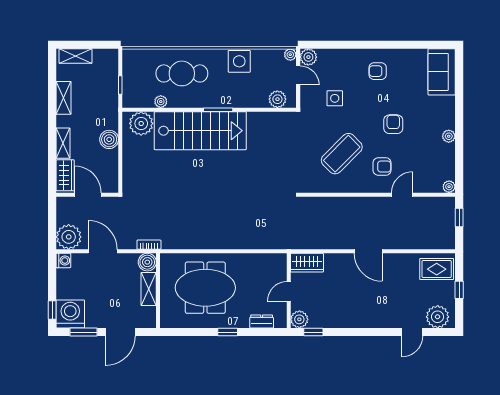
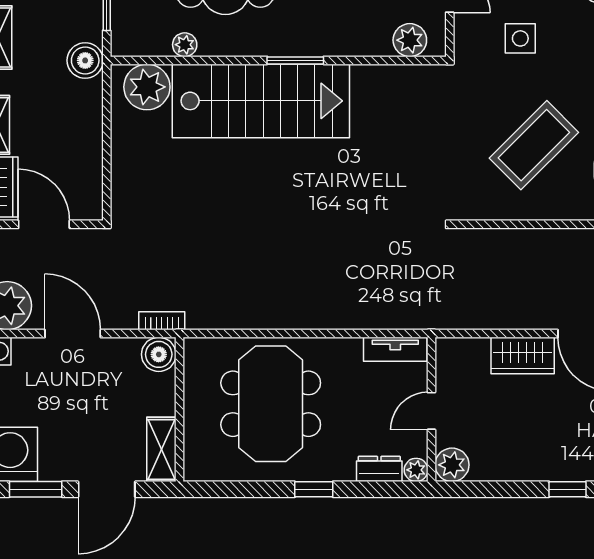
boiler: (109, 139) -> (85, 60), moved
tv unit: (270, 259) -> (395, 349), added
wardrobe: (307, 263) -> (523, 356), moved
meeting table: (205, 288) -> (271, 404), turned 90
shelving: (149, 289) -> (161, 449), moved
plant: (281, 322) -> (416, 470), added
window: (313, 332) -> (568, 489), moved

